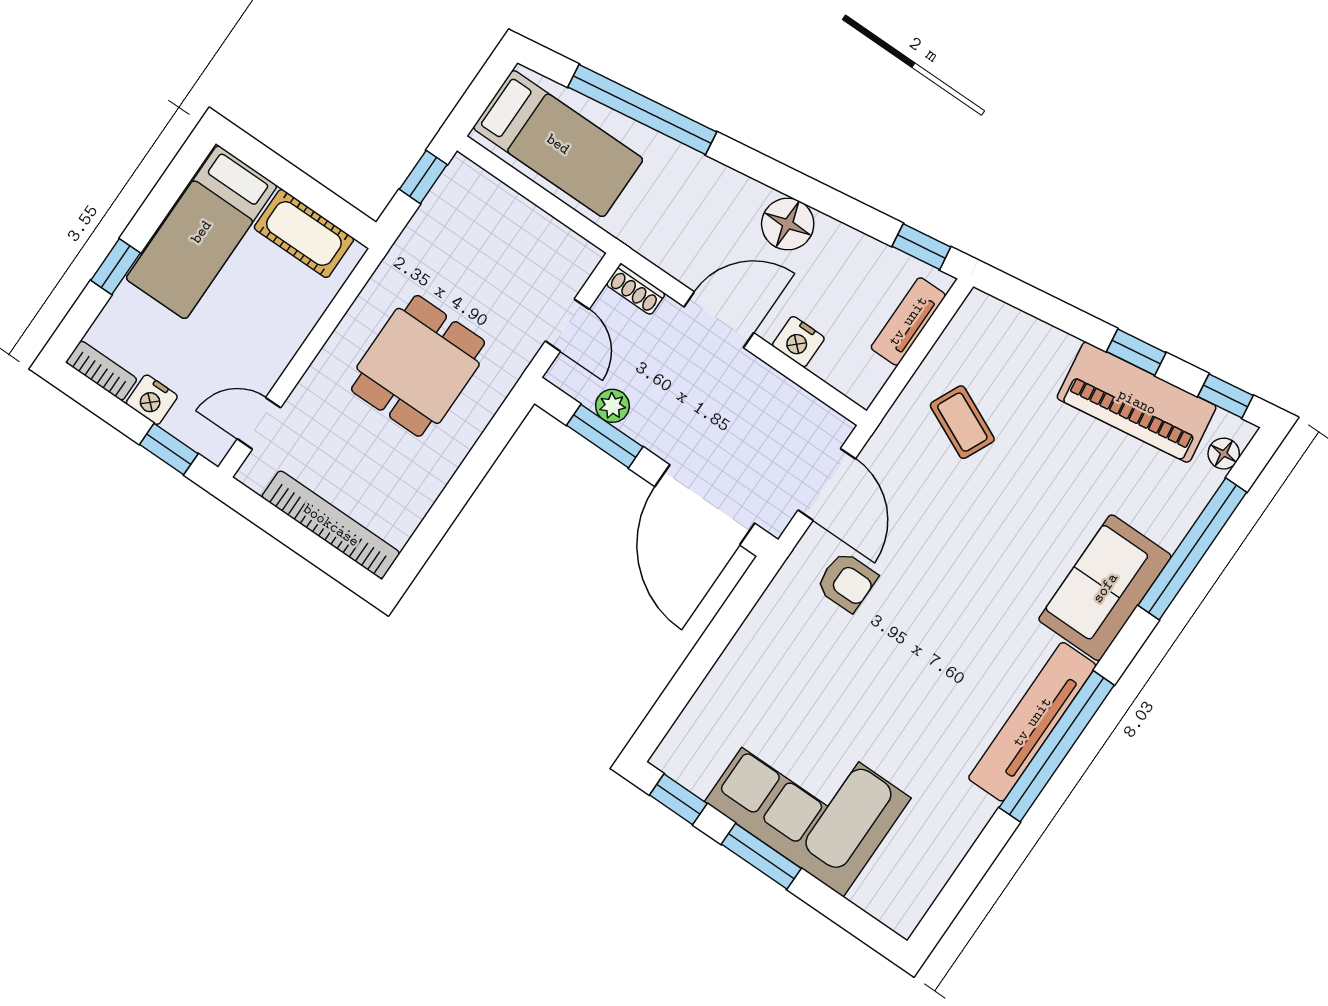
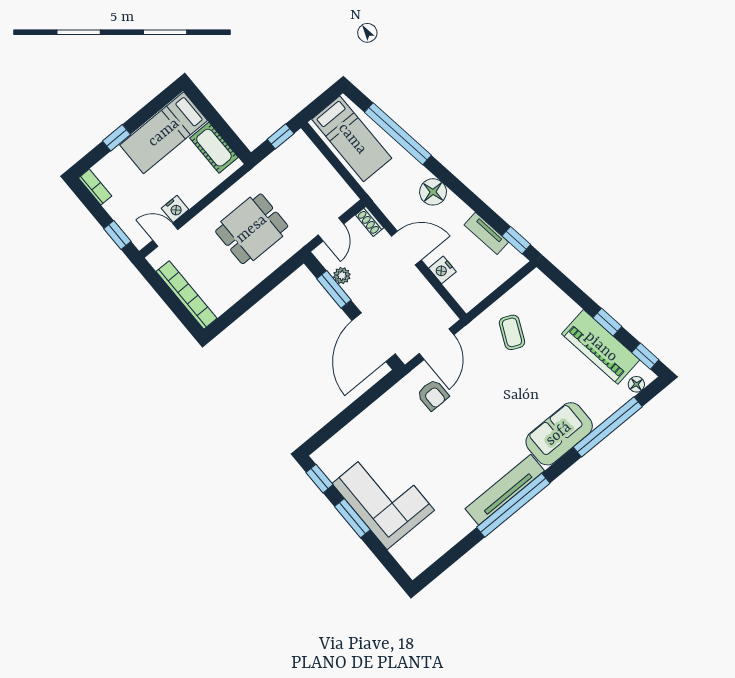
floor lamp: (788, 224) -> (433, 192), moved
tv unit: (908, 321) -> (486, 233), moved, turned -98
nightstand: (152, 400) -> (175, 209), moved, turned -90

